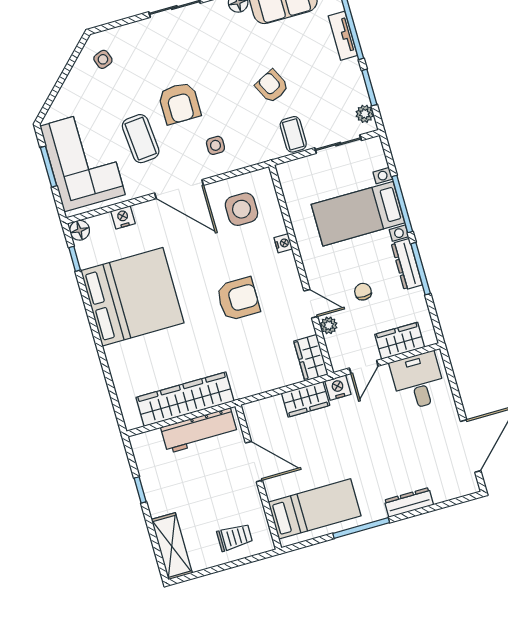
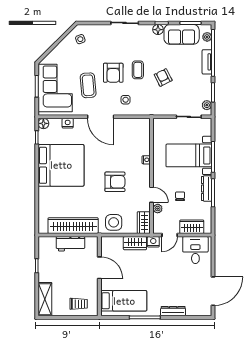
coffee table: (293, 134) -> (138, 70), moved
side table: (241, 209) -> (114, 222), moved
workbench: (199, 431) -> (70, 244), width x0.73

